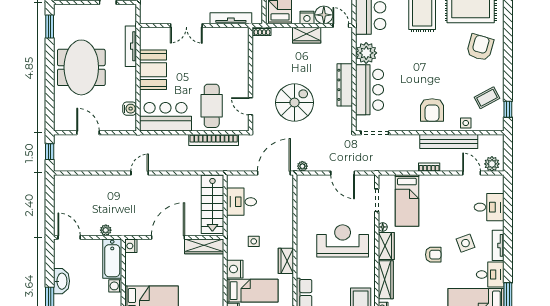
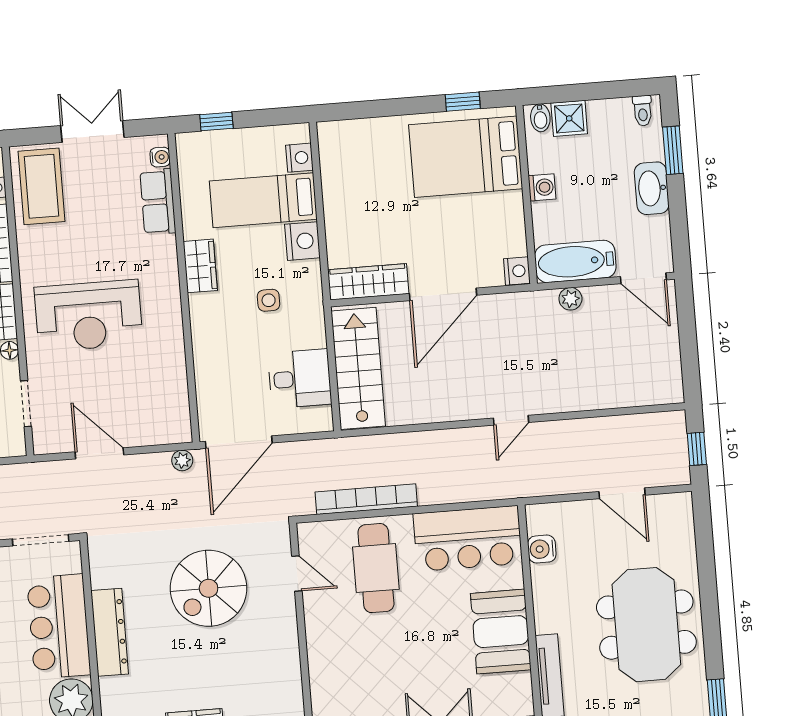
bathtub: (112, 259) -> (575, 261), moved, turned -90

